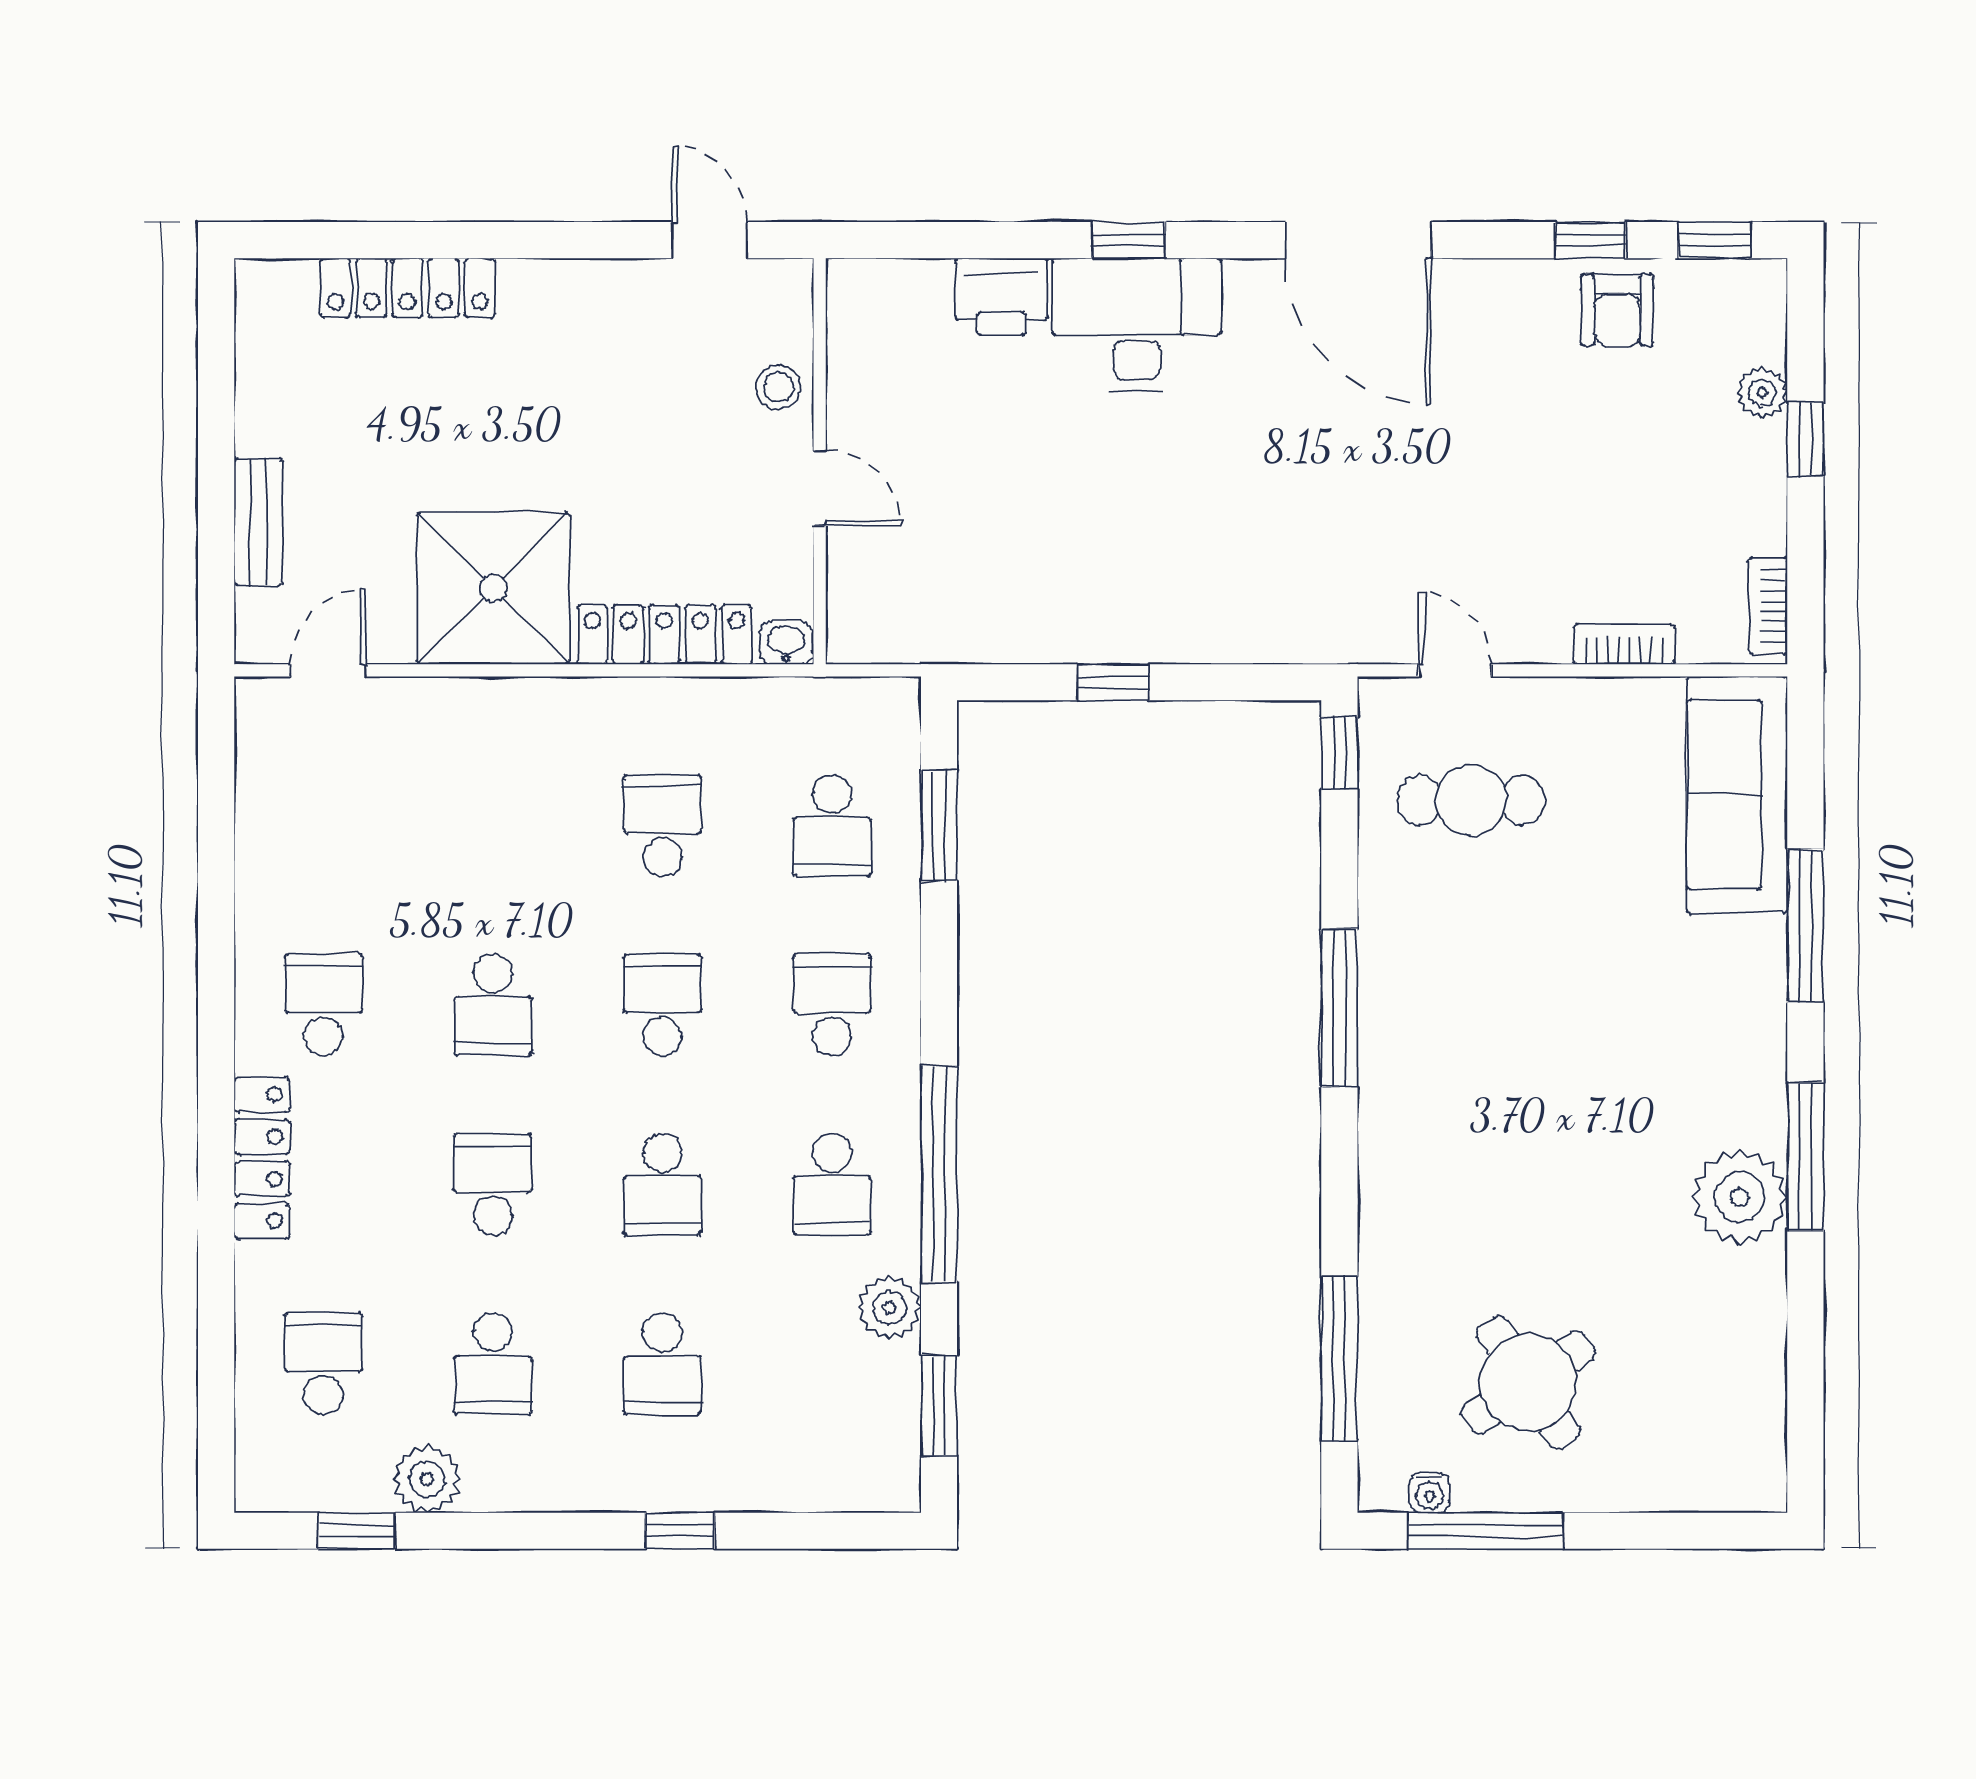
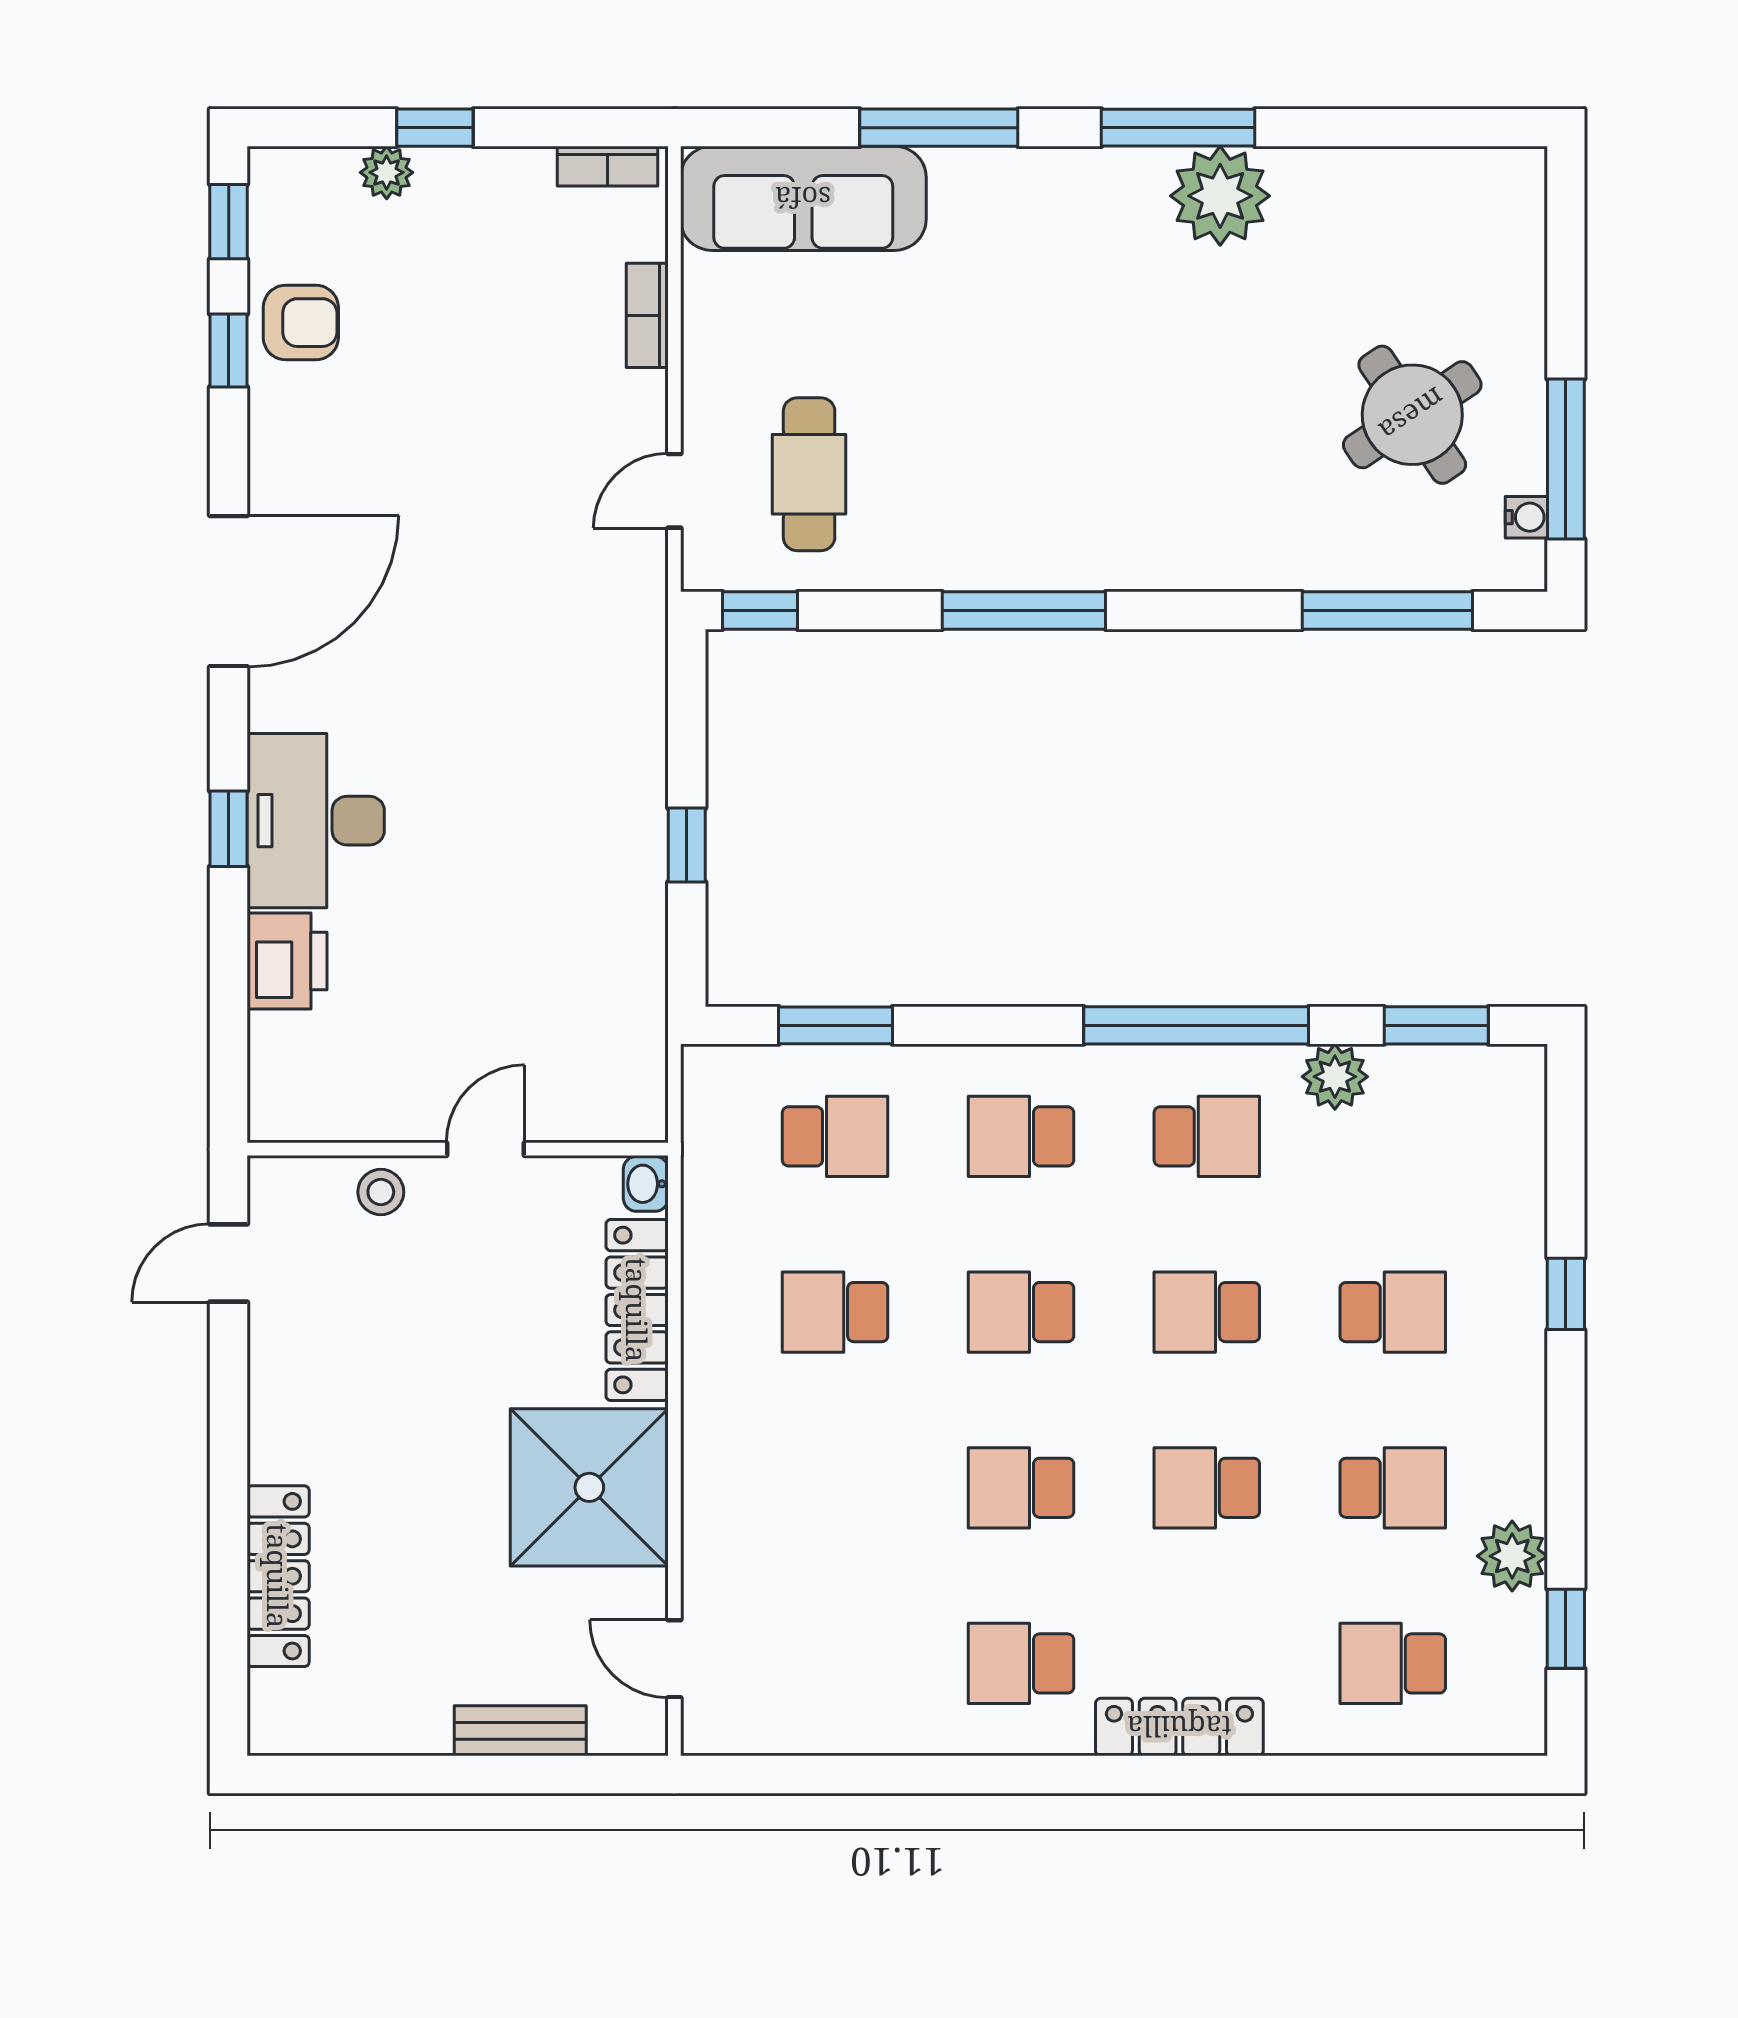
school desk: (493, 1005) -> (1021, 1488), turned 180
school desk: (662, 1184) -> (1207, 1312), turned 180

